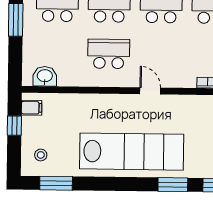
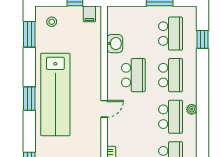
washbasin: (45, 76) -> (115, 44), moved
window: (173, 185) -> (29, 99), moved

